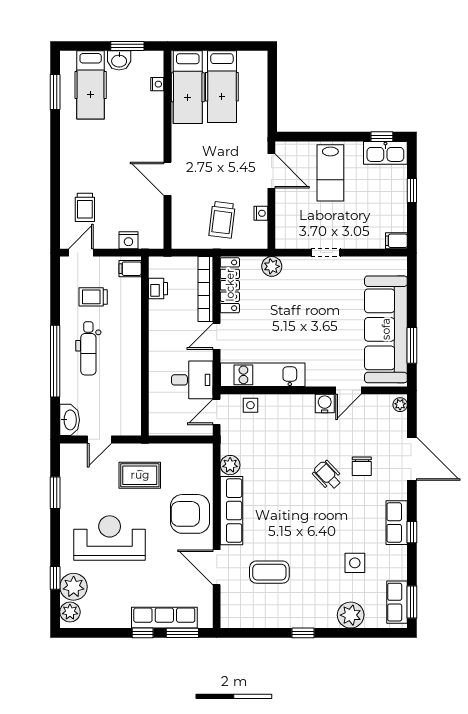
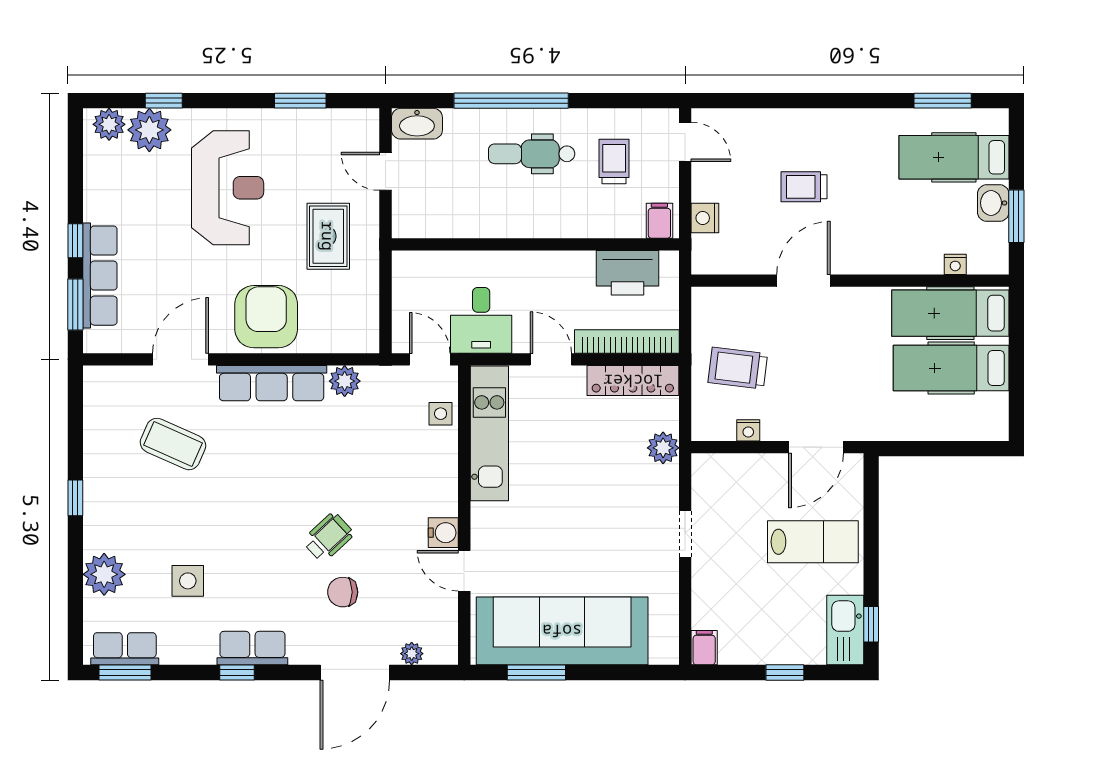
lab bench: (330, 173) -> (813, 542), turned 180
trolley: (85, 207) -> (804, 187), moved
printer: (158, 289) -> (628, 273), width x1.87, depth x1.48
plant: (400, 405) -> (412, 654), moved
coffee table: (269, 572) -> (173, 444), turned -66

